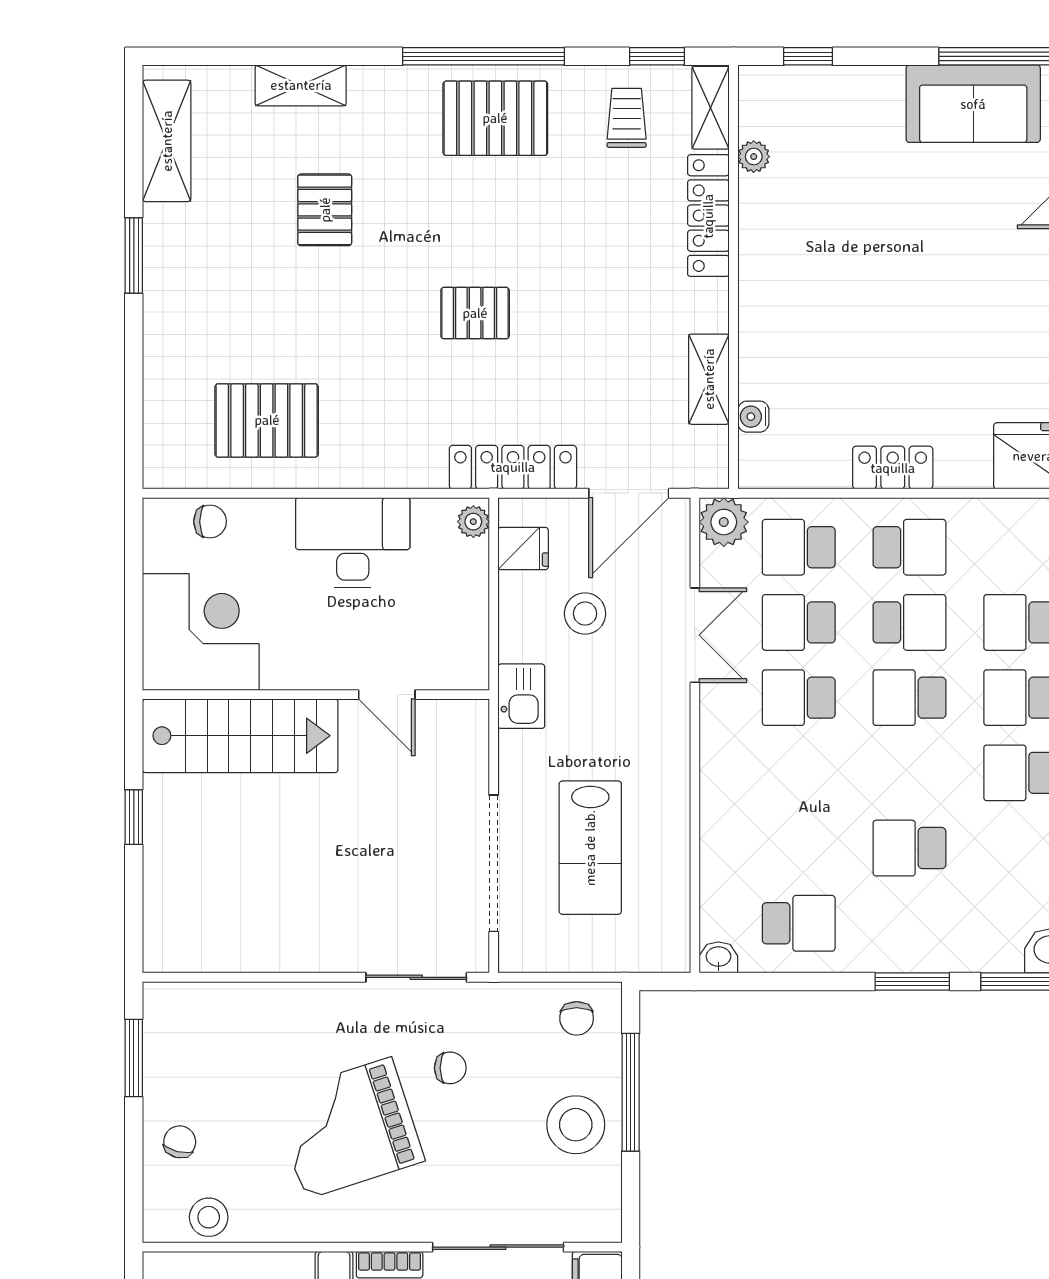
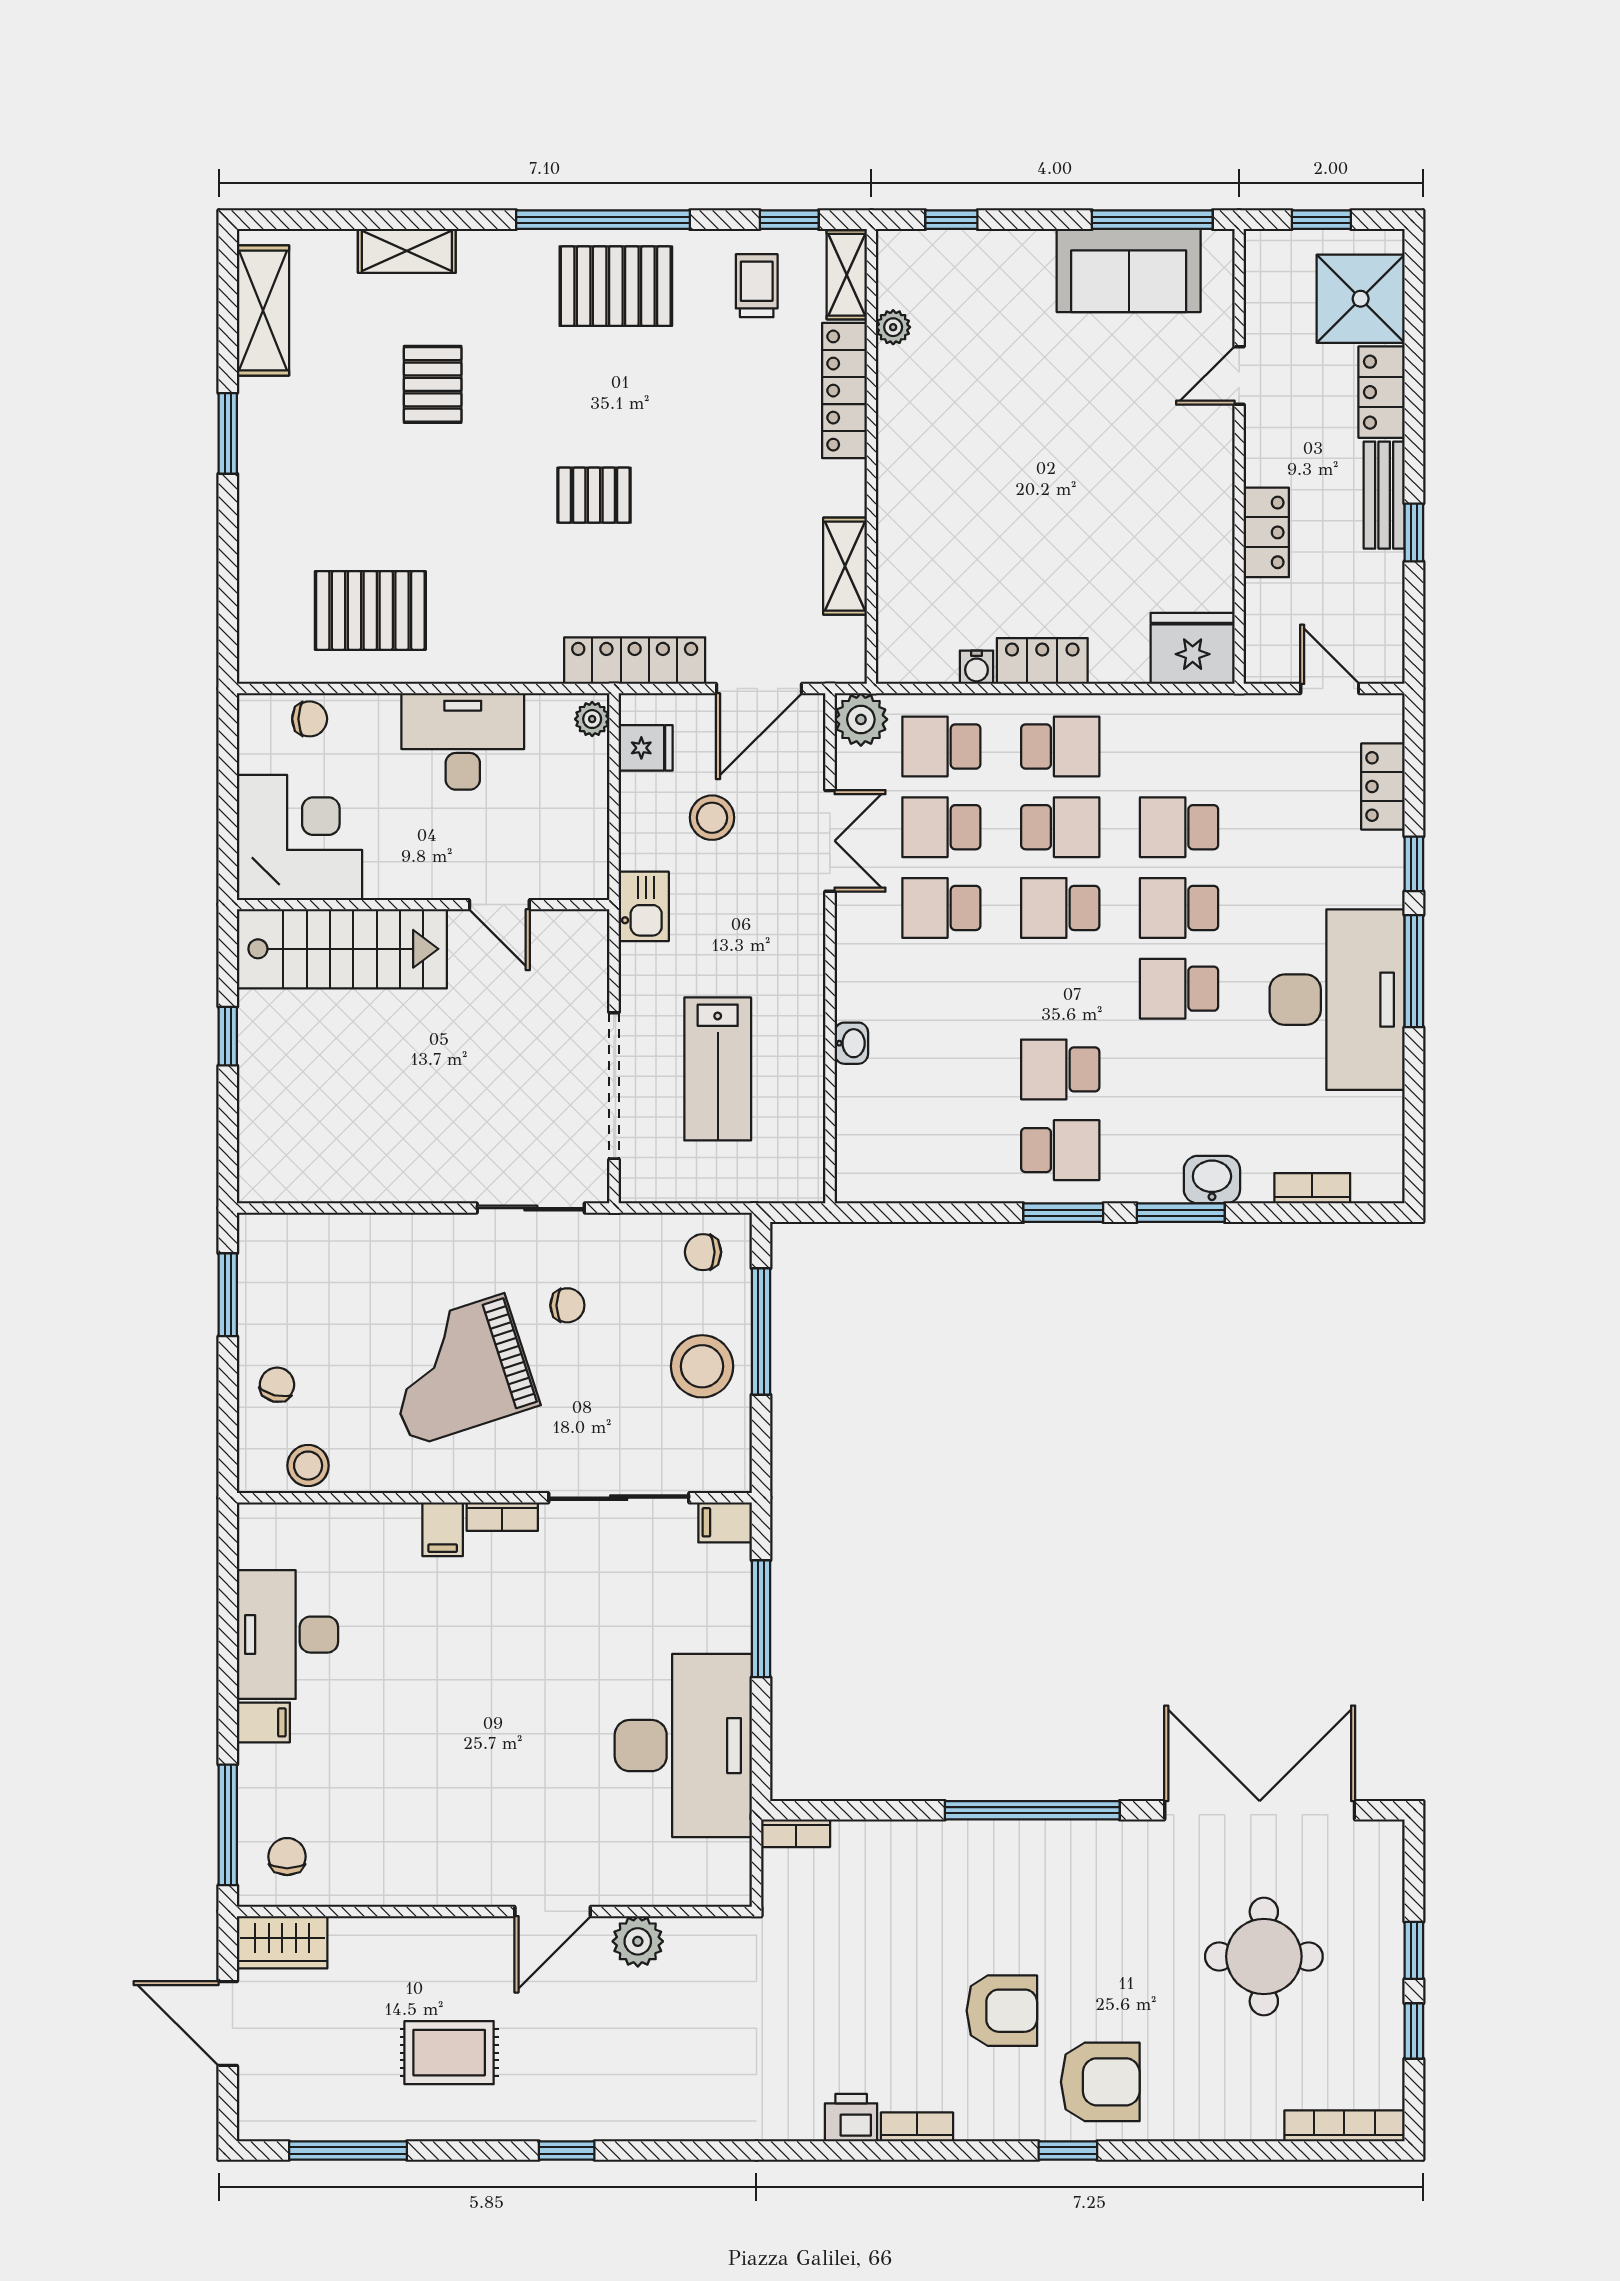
water cooler: (753, 417) -> (977, 667), moved, turned -90
school desk: (799, 923) -> (1060, 1150), moved
washbasin: (718, 957) -> (851, 1043), moved, turned 90
chair: (577, 1018) -> (703, 1252), turned 90

